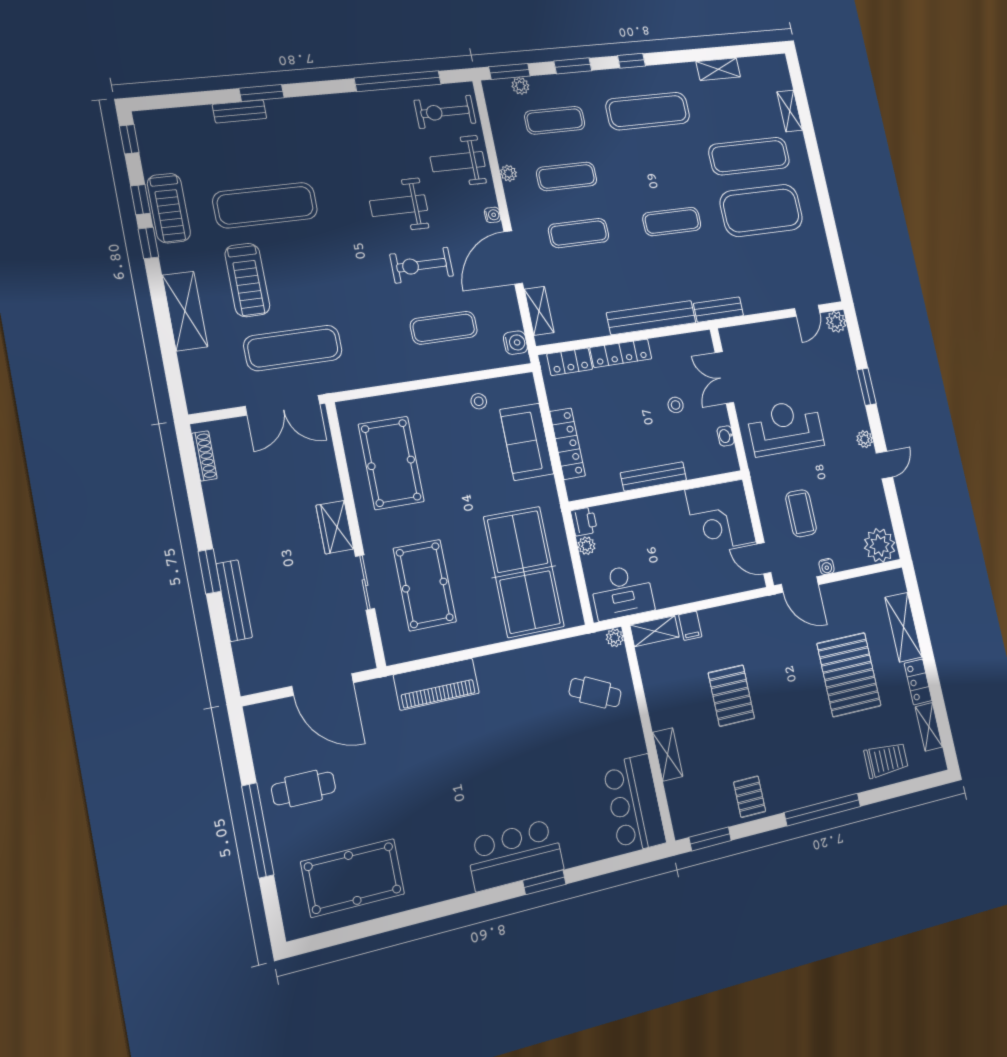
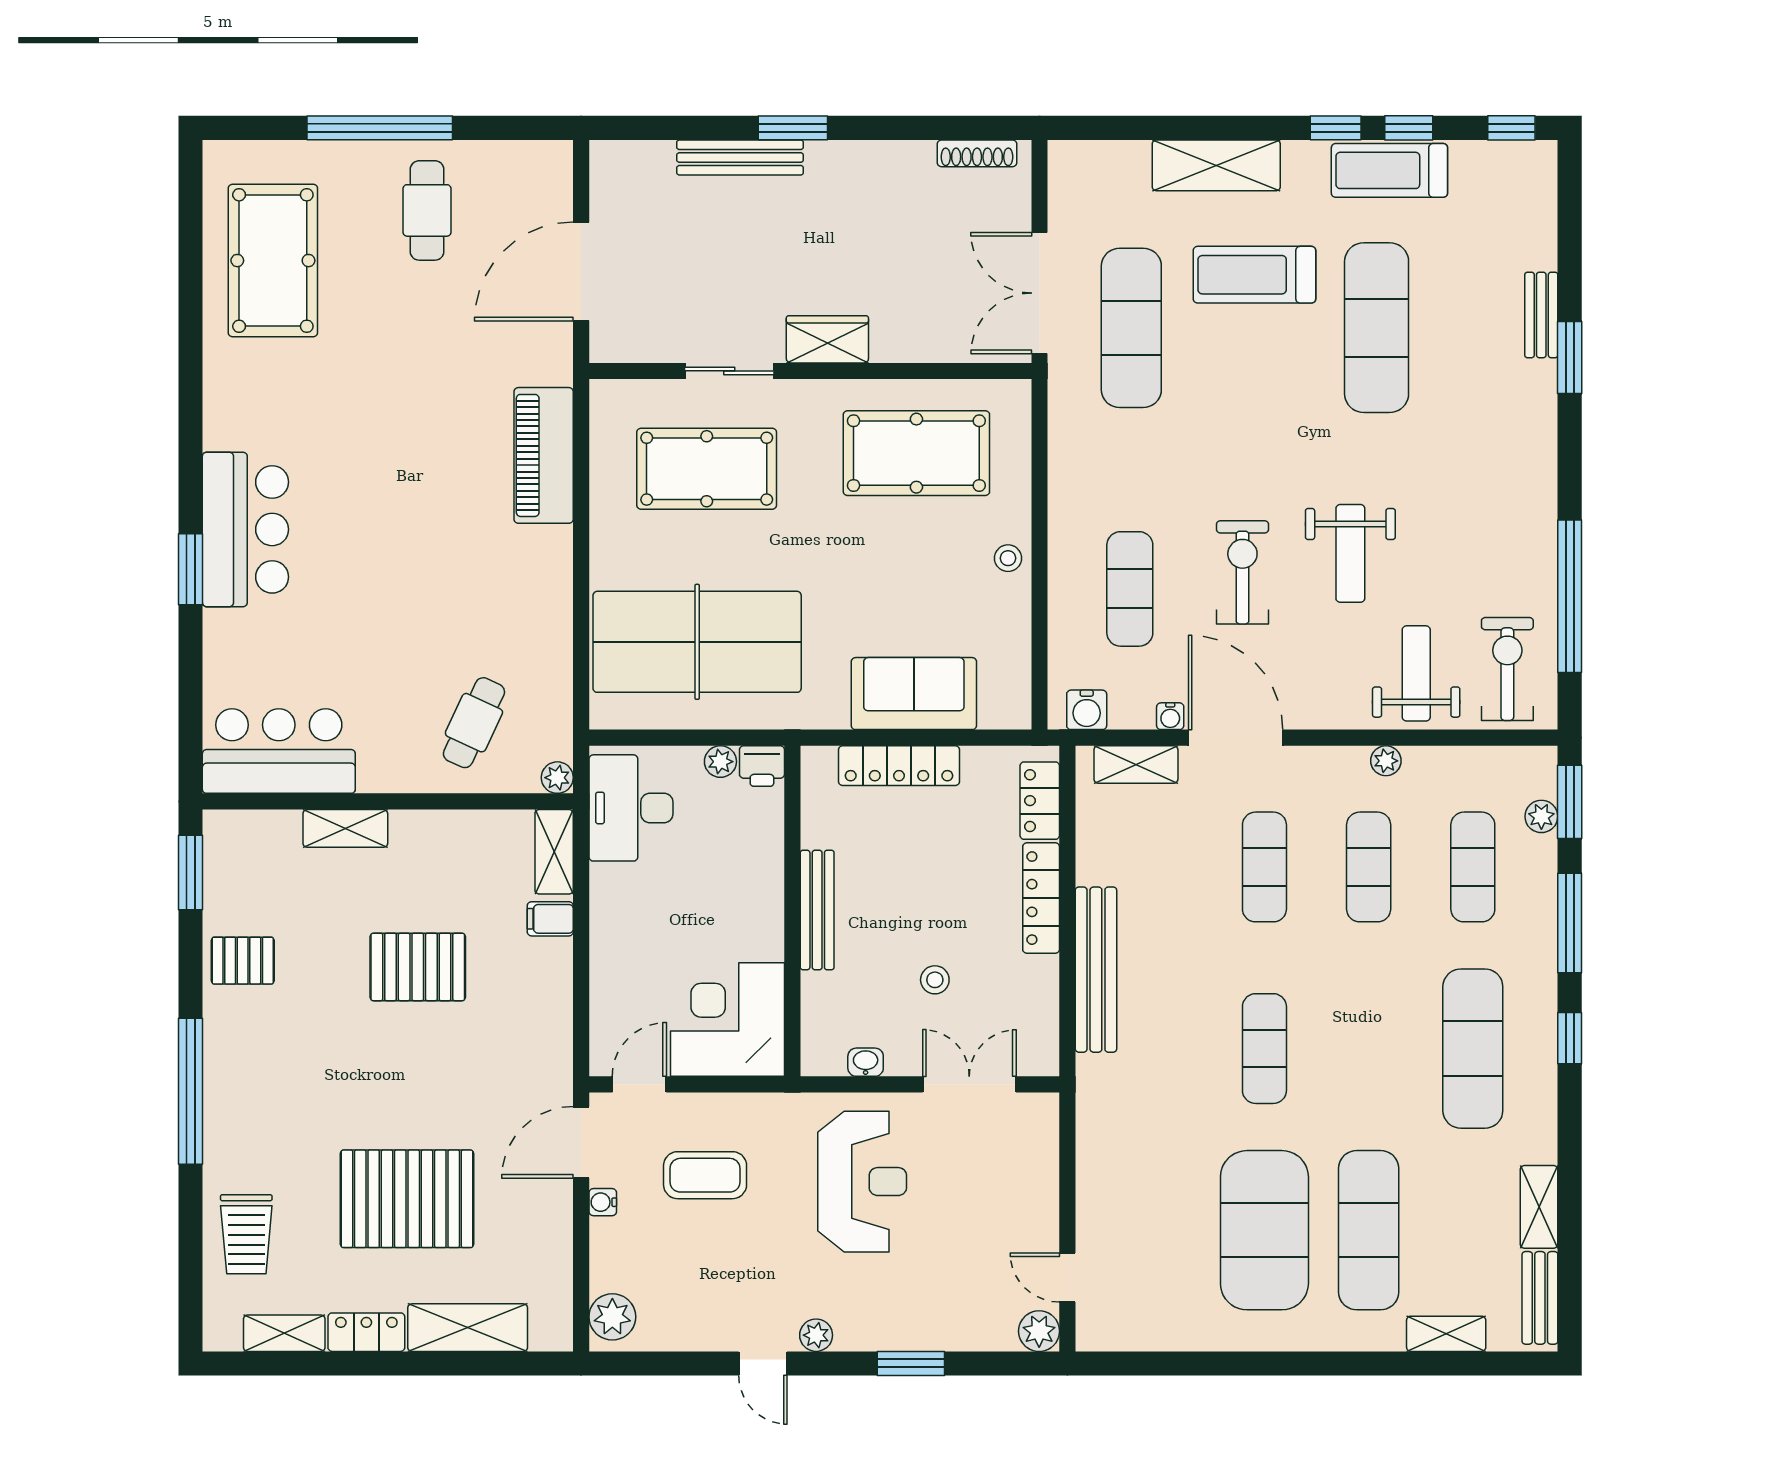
window: (573, 66) -> (1570, 923), width x1.44
weight bench: (399, 206) -> (1350, 553), turned 180
water cooler: (493, 215) -> (1170, 716), moved
bench: (718, 310) -> (1540, 1298), moved
stool: (479, 401) -> (1008, 558), moved
plant: (880, 545) -> (612, 1317), width x0.73, depth x0.73

